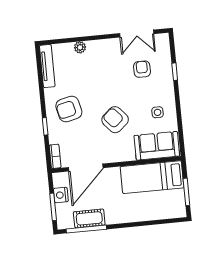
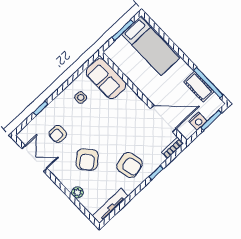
armchair: (115, 120) -> (87, 160), moved
bed: (152, 177) -> (151, 46), moved

